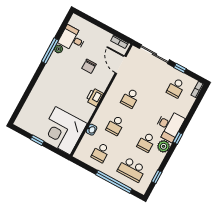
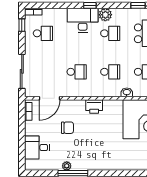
desk: (72, 39) -> (37, 147), moved, turned 90
window: (180, 68) -> (22, 25), moved

